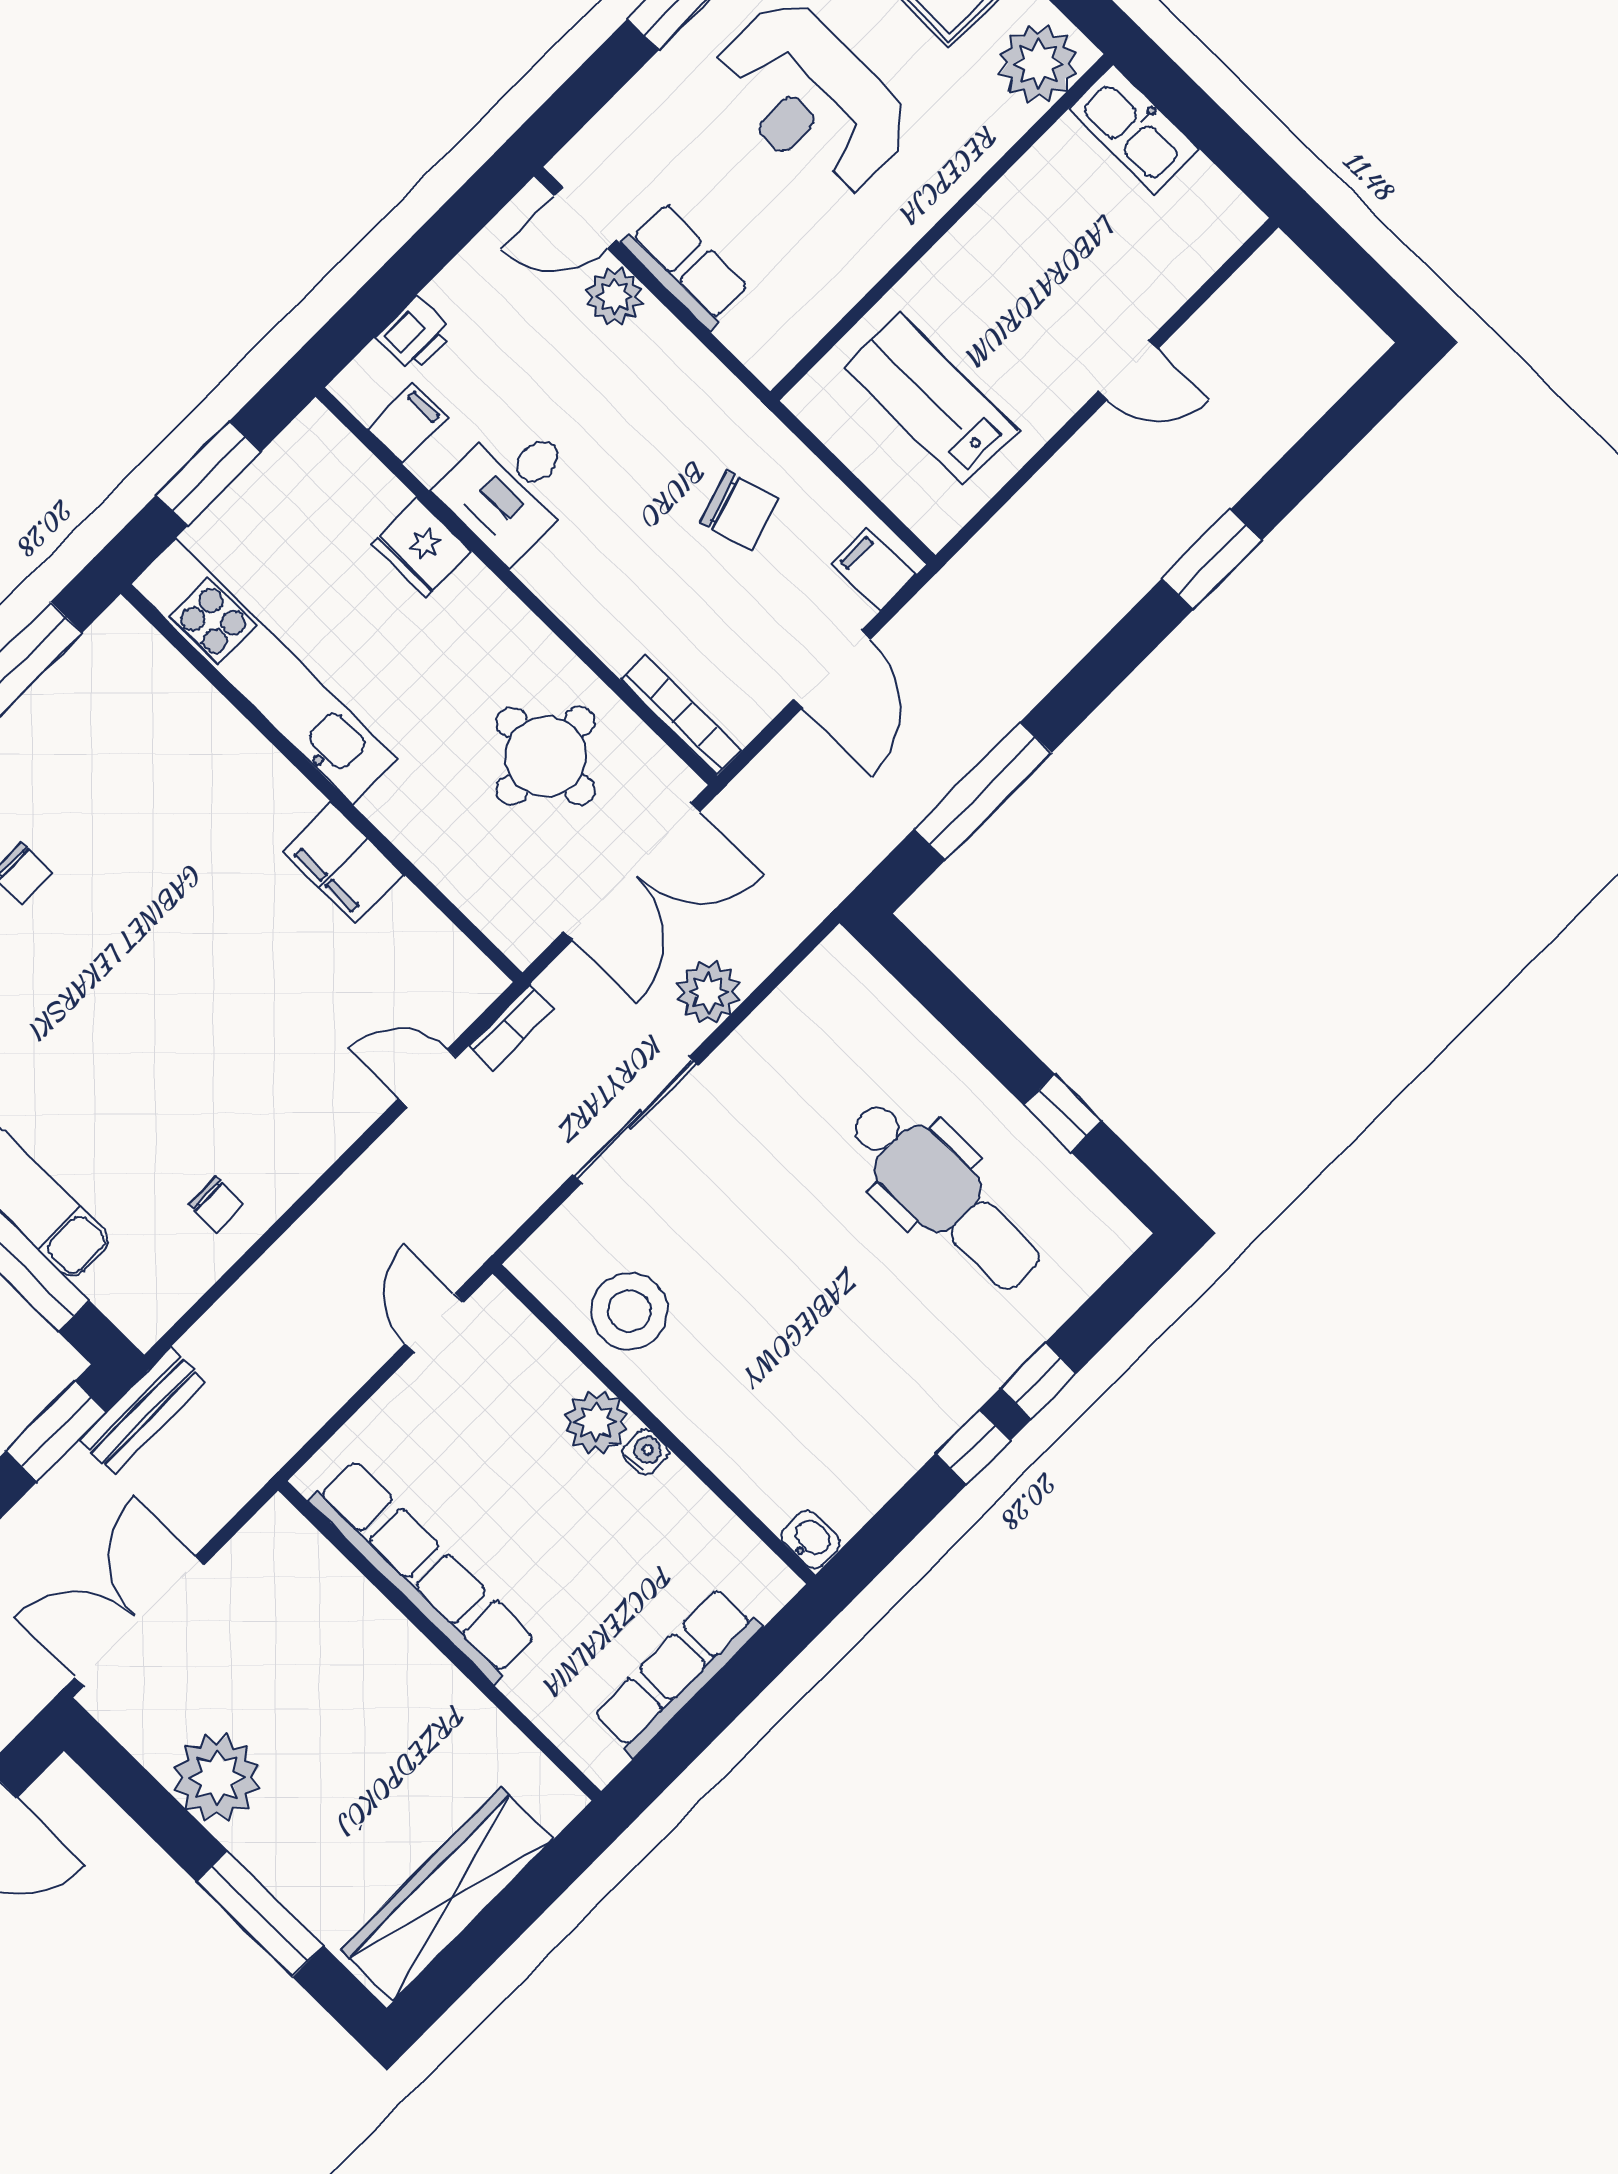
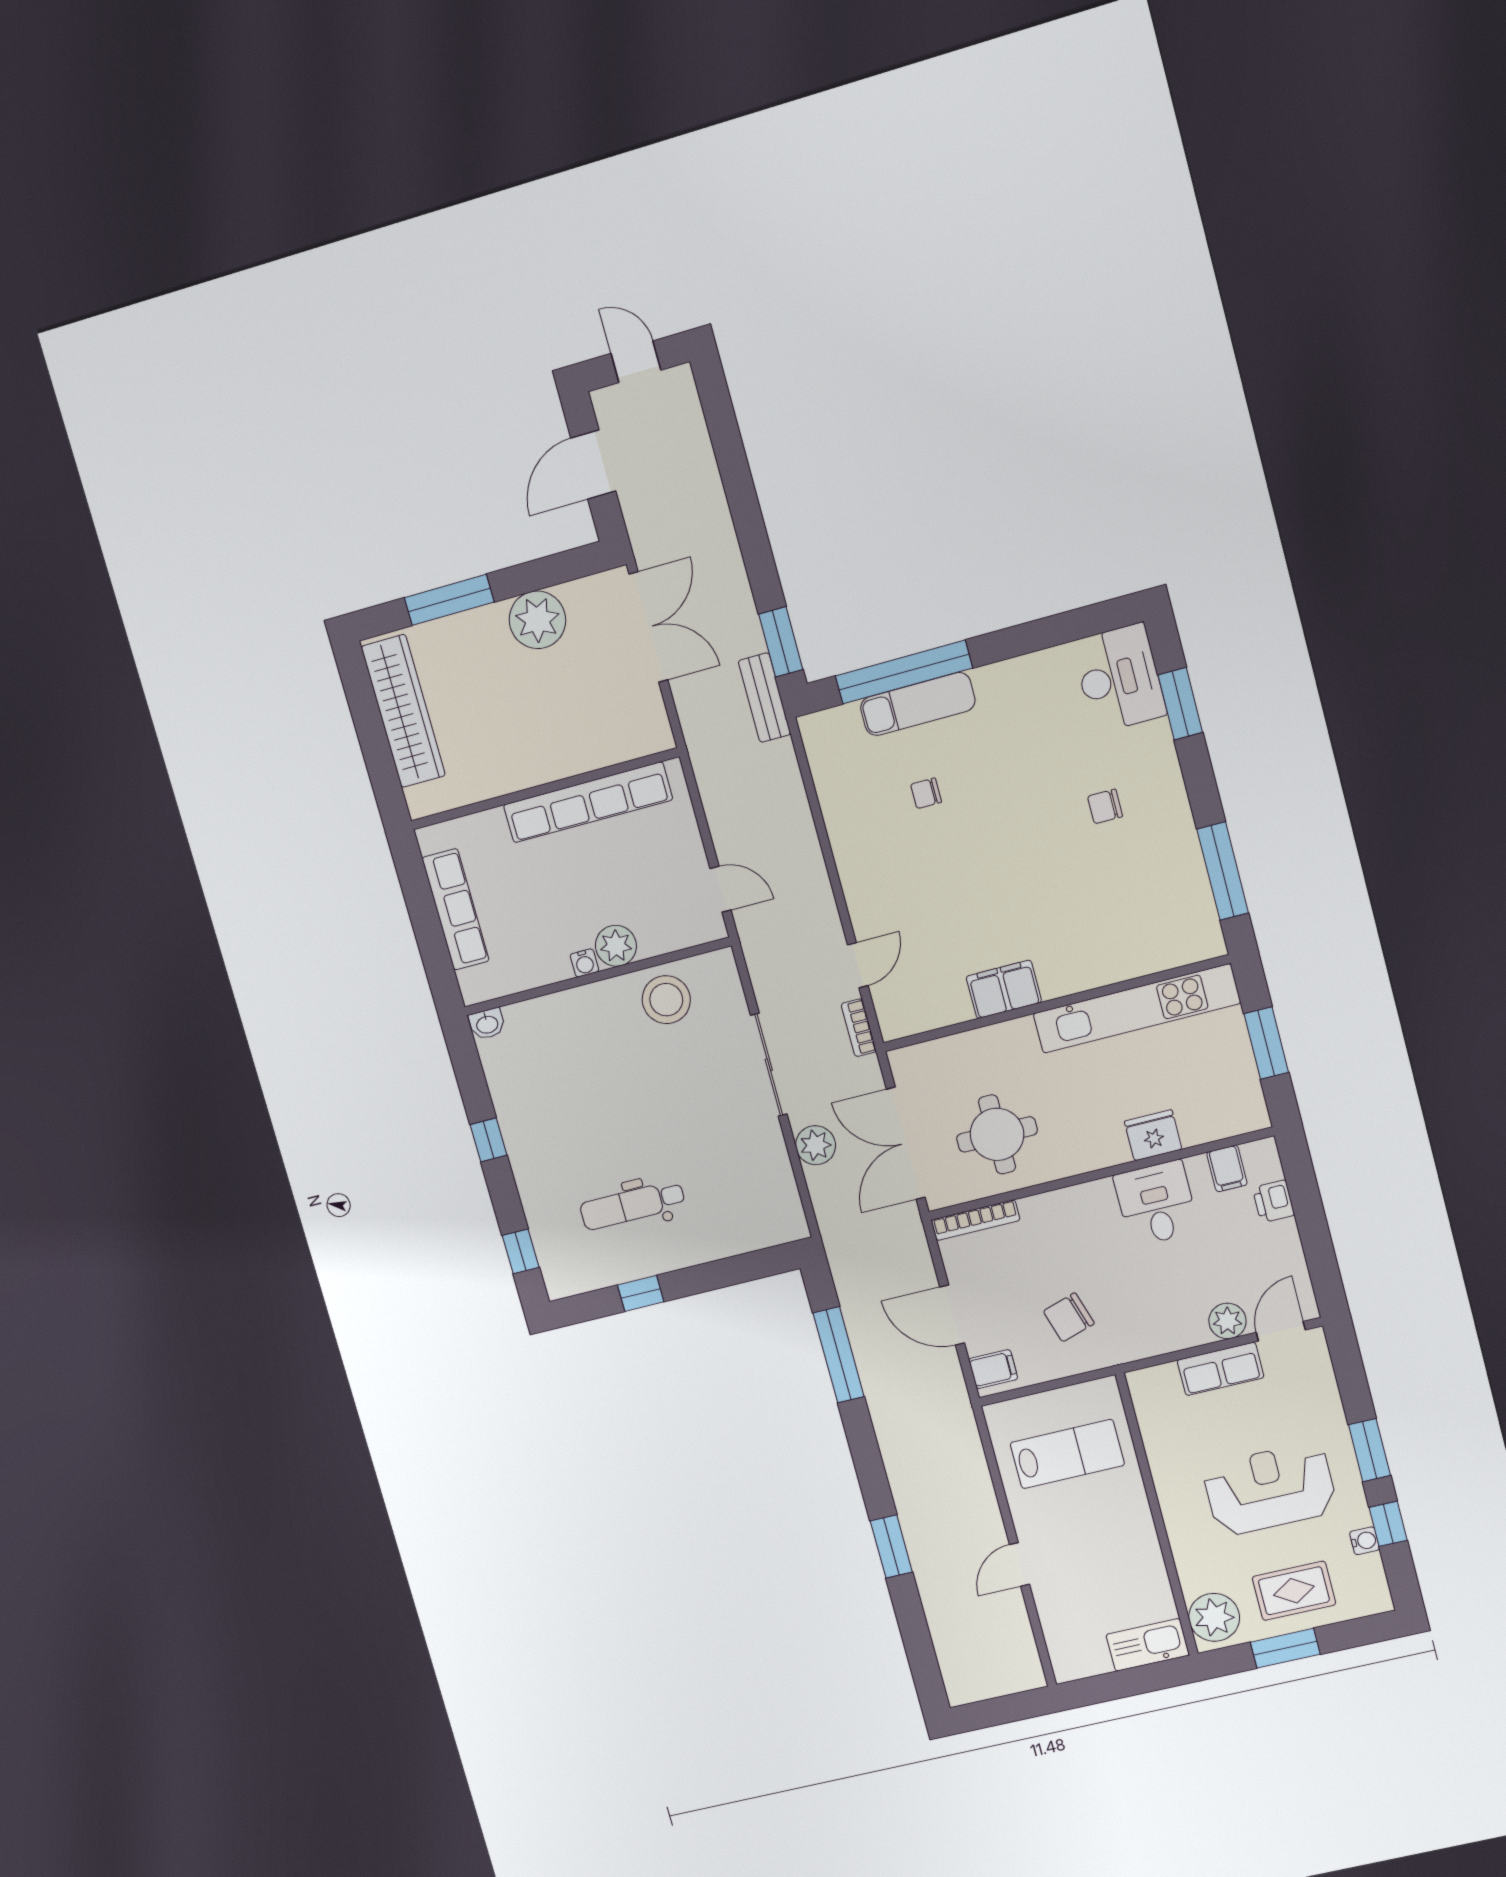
dental chair: (944, 1195) -> (632, 1205), width x0.73, depth x0.72
chair: (216, 1204) -> (926, 793), moved
window: (1038, 1381) -> (521, 1251), moved

